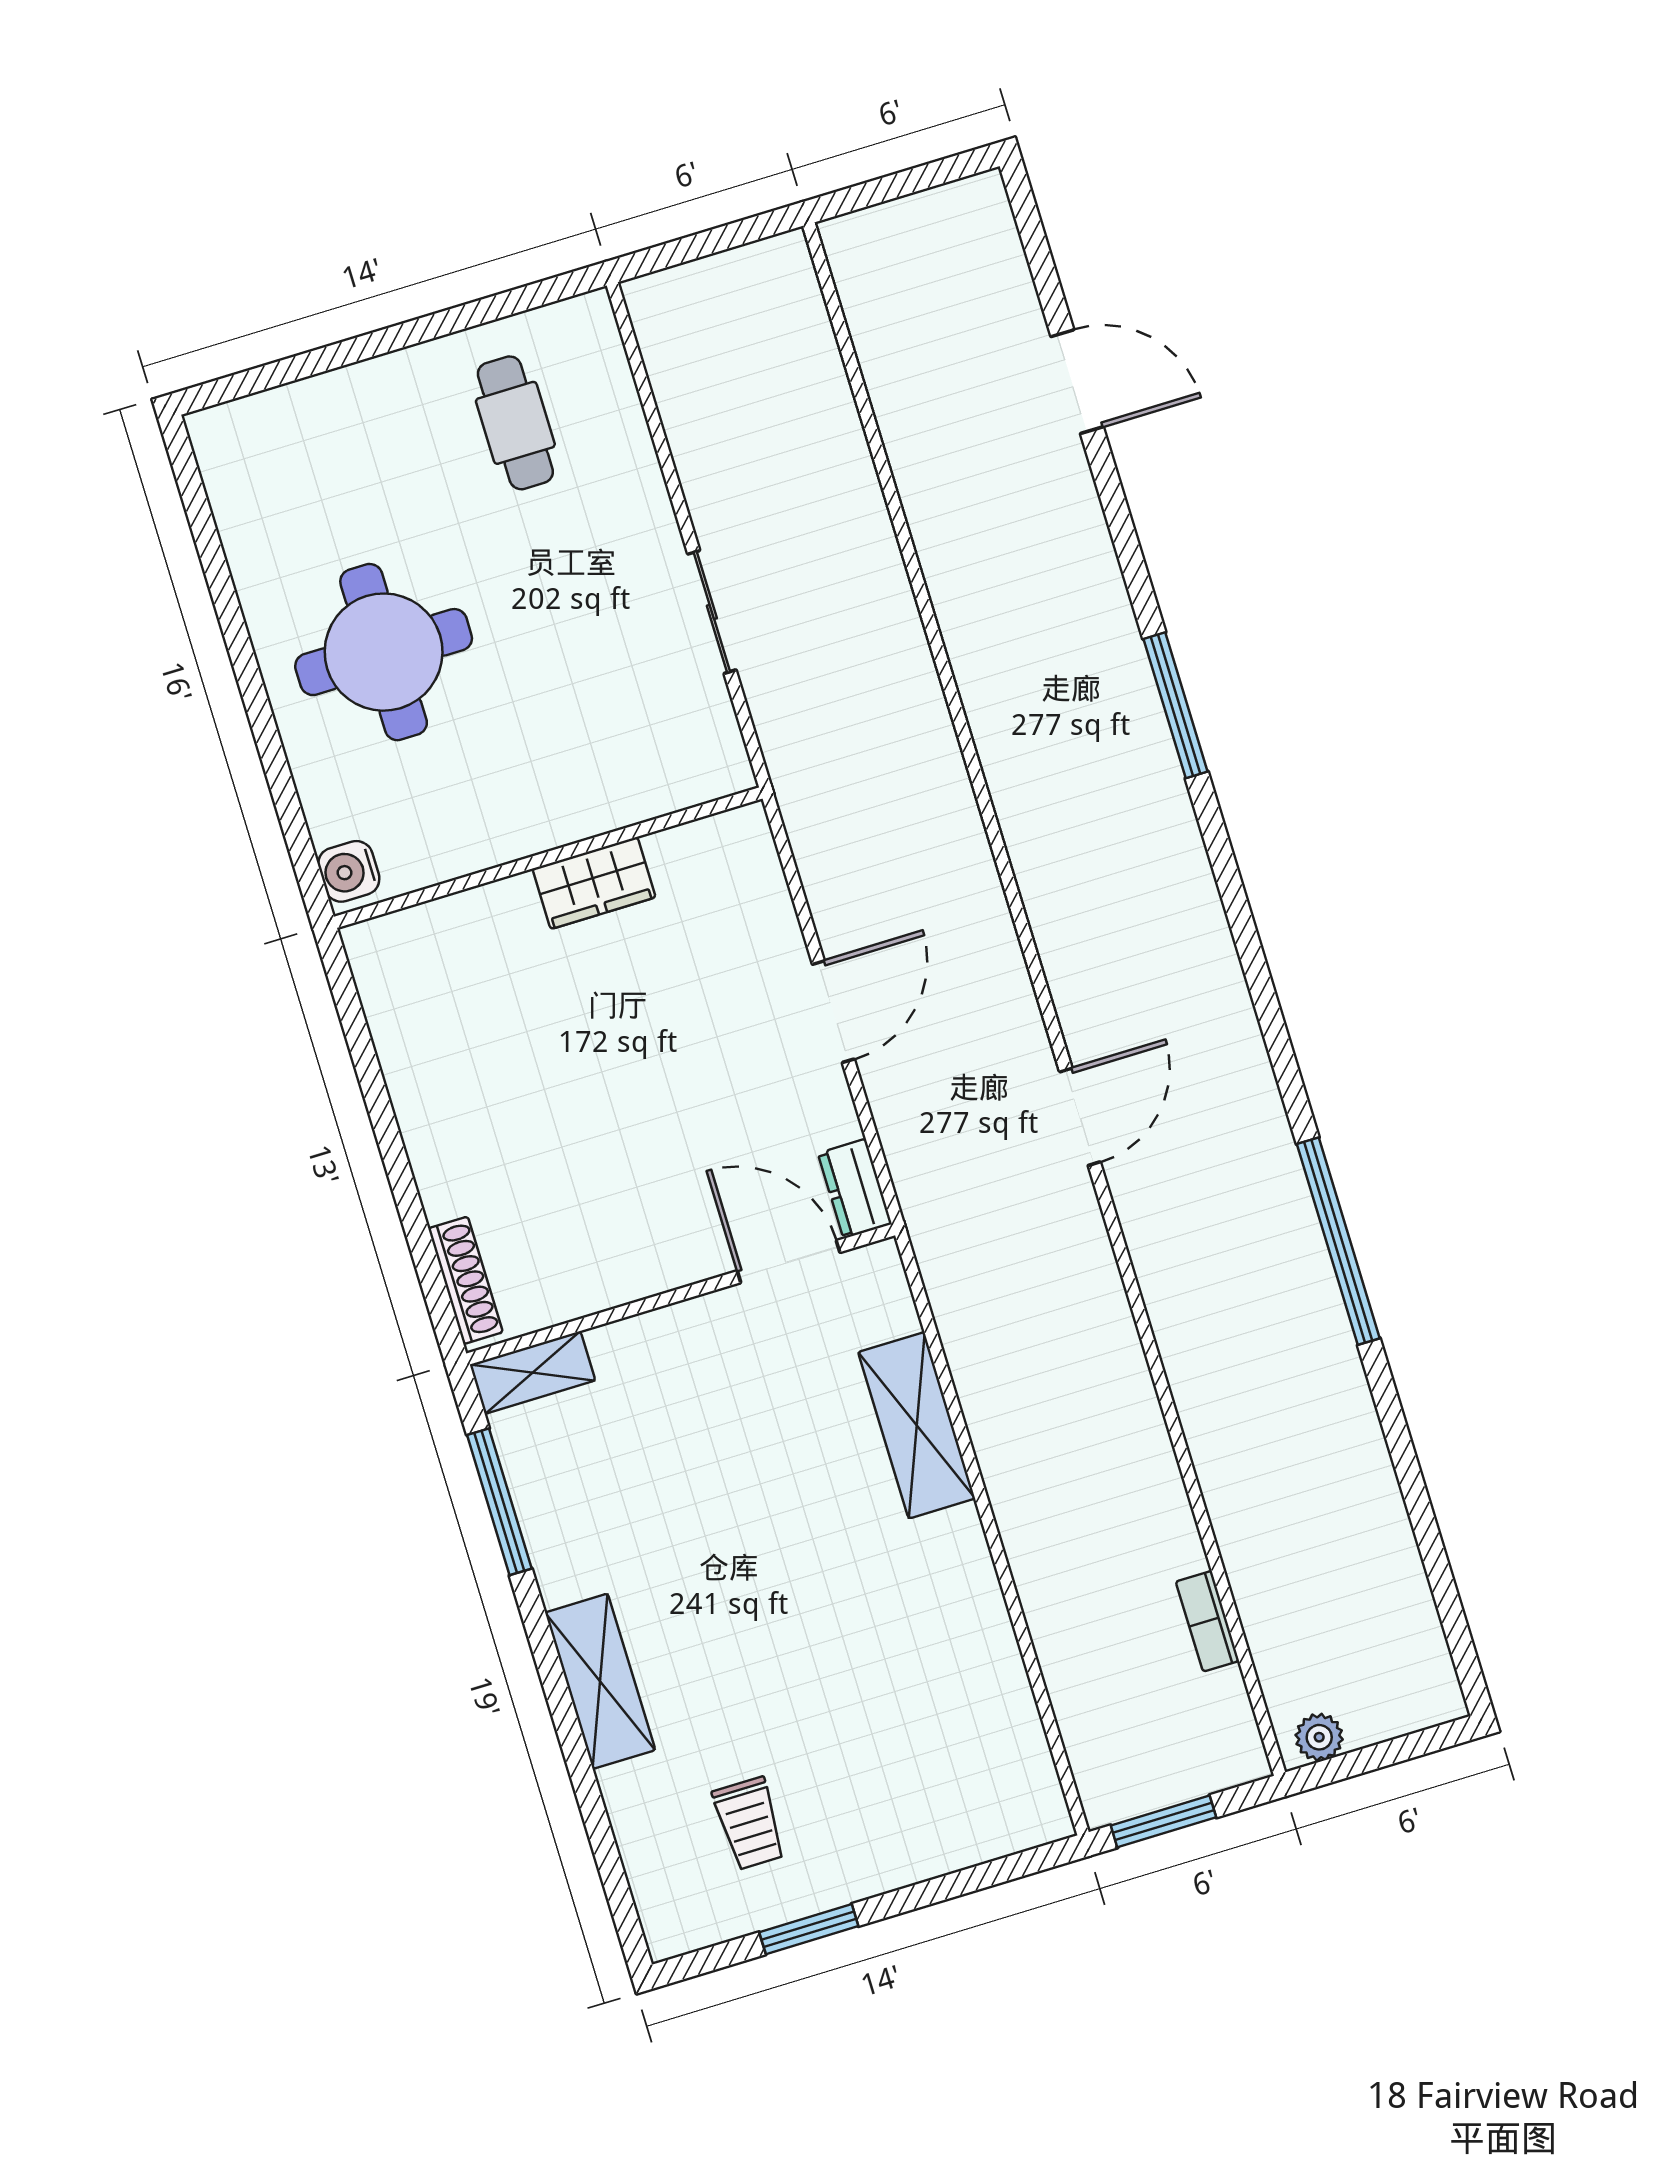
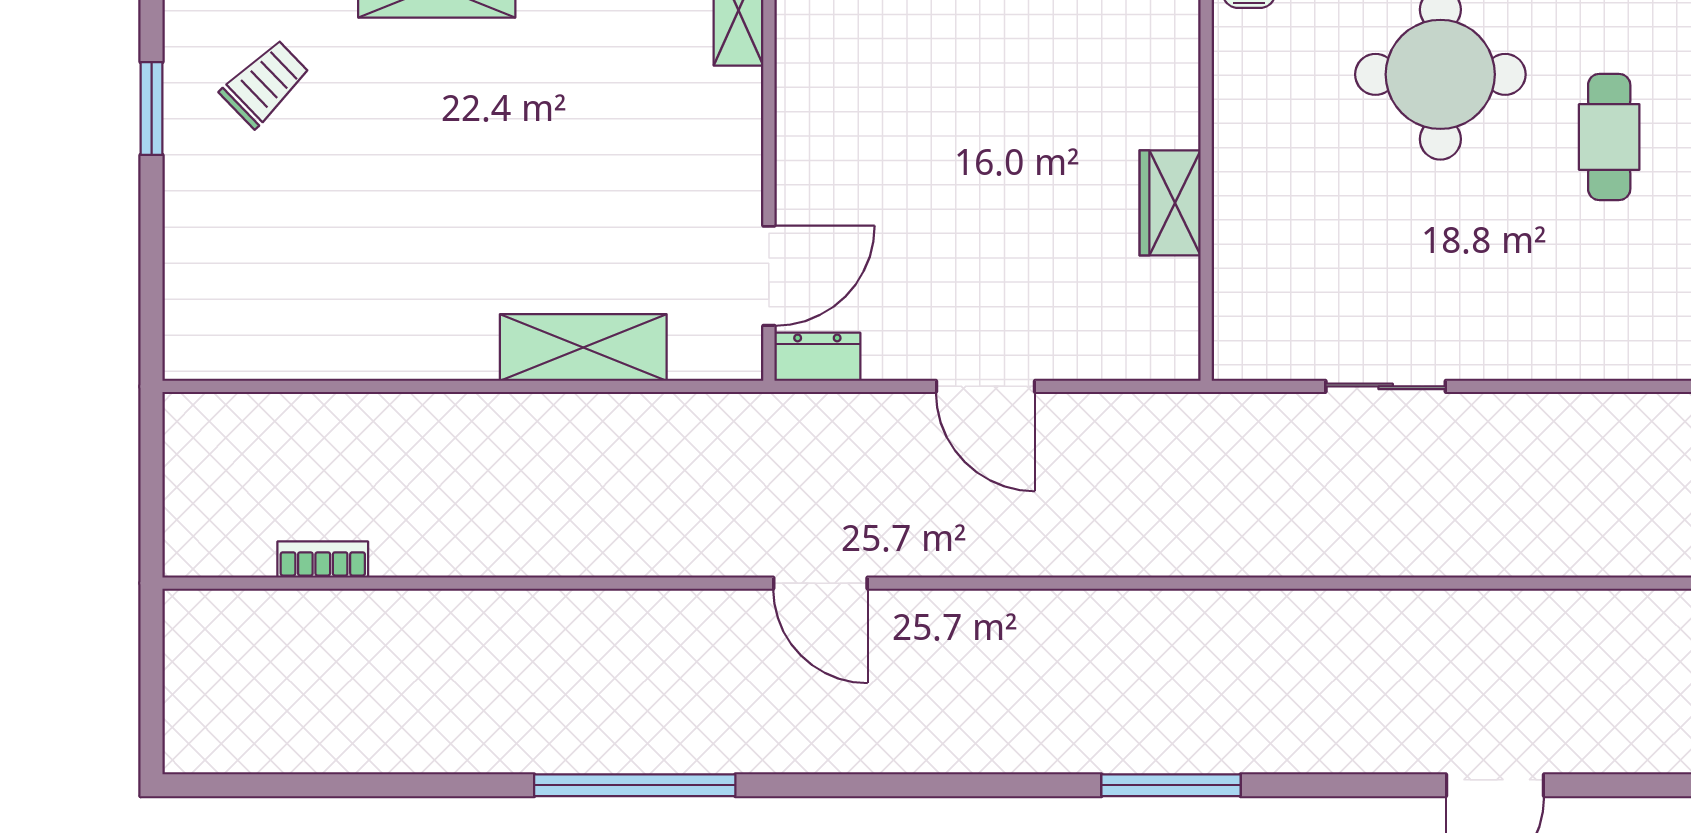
cafe table: (515, 423) -> (1609, 137), moved, turned 90
plant: (1319, 1737) -> (185, 630), removed
window: (1163, 1821) -> (152, 463), removed
trolley: (749, 1823) -> (265, 83), turned 136

